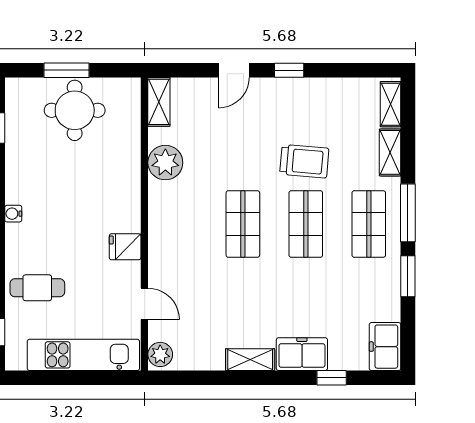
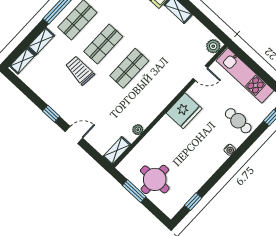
window: (67, 70) -> (134, 191), moved
plant: (165, 163) -> (138, 130), width x0.53, depth x0.53
water cooler: (13, 214) -> (230, 150), moved
fridge: (125, 247) -> (184, 111), width x1.88, depth x1.34
door: (144, 304) -> (200, 73), swing flipped

